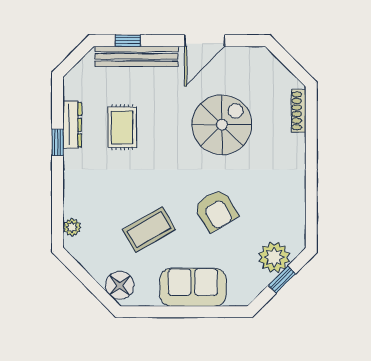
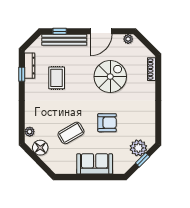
plant: (255, 55) -> (128, 39), added
dresser: (72, 125) -> (30, 66), moved
window: (58, 142) -> (22, 74), moved
armchair: (216, 210) -> (107, 123), turned -59
floor lamp: (120, 285) -> (40, 148), moved

